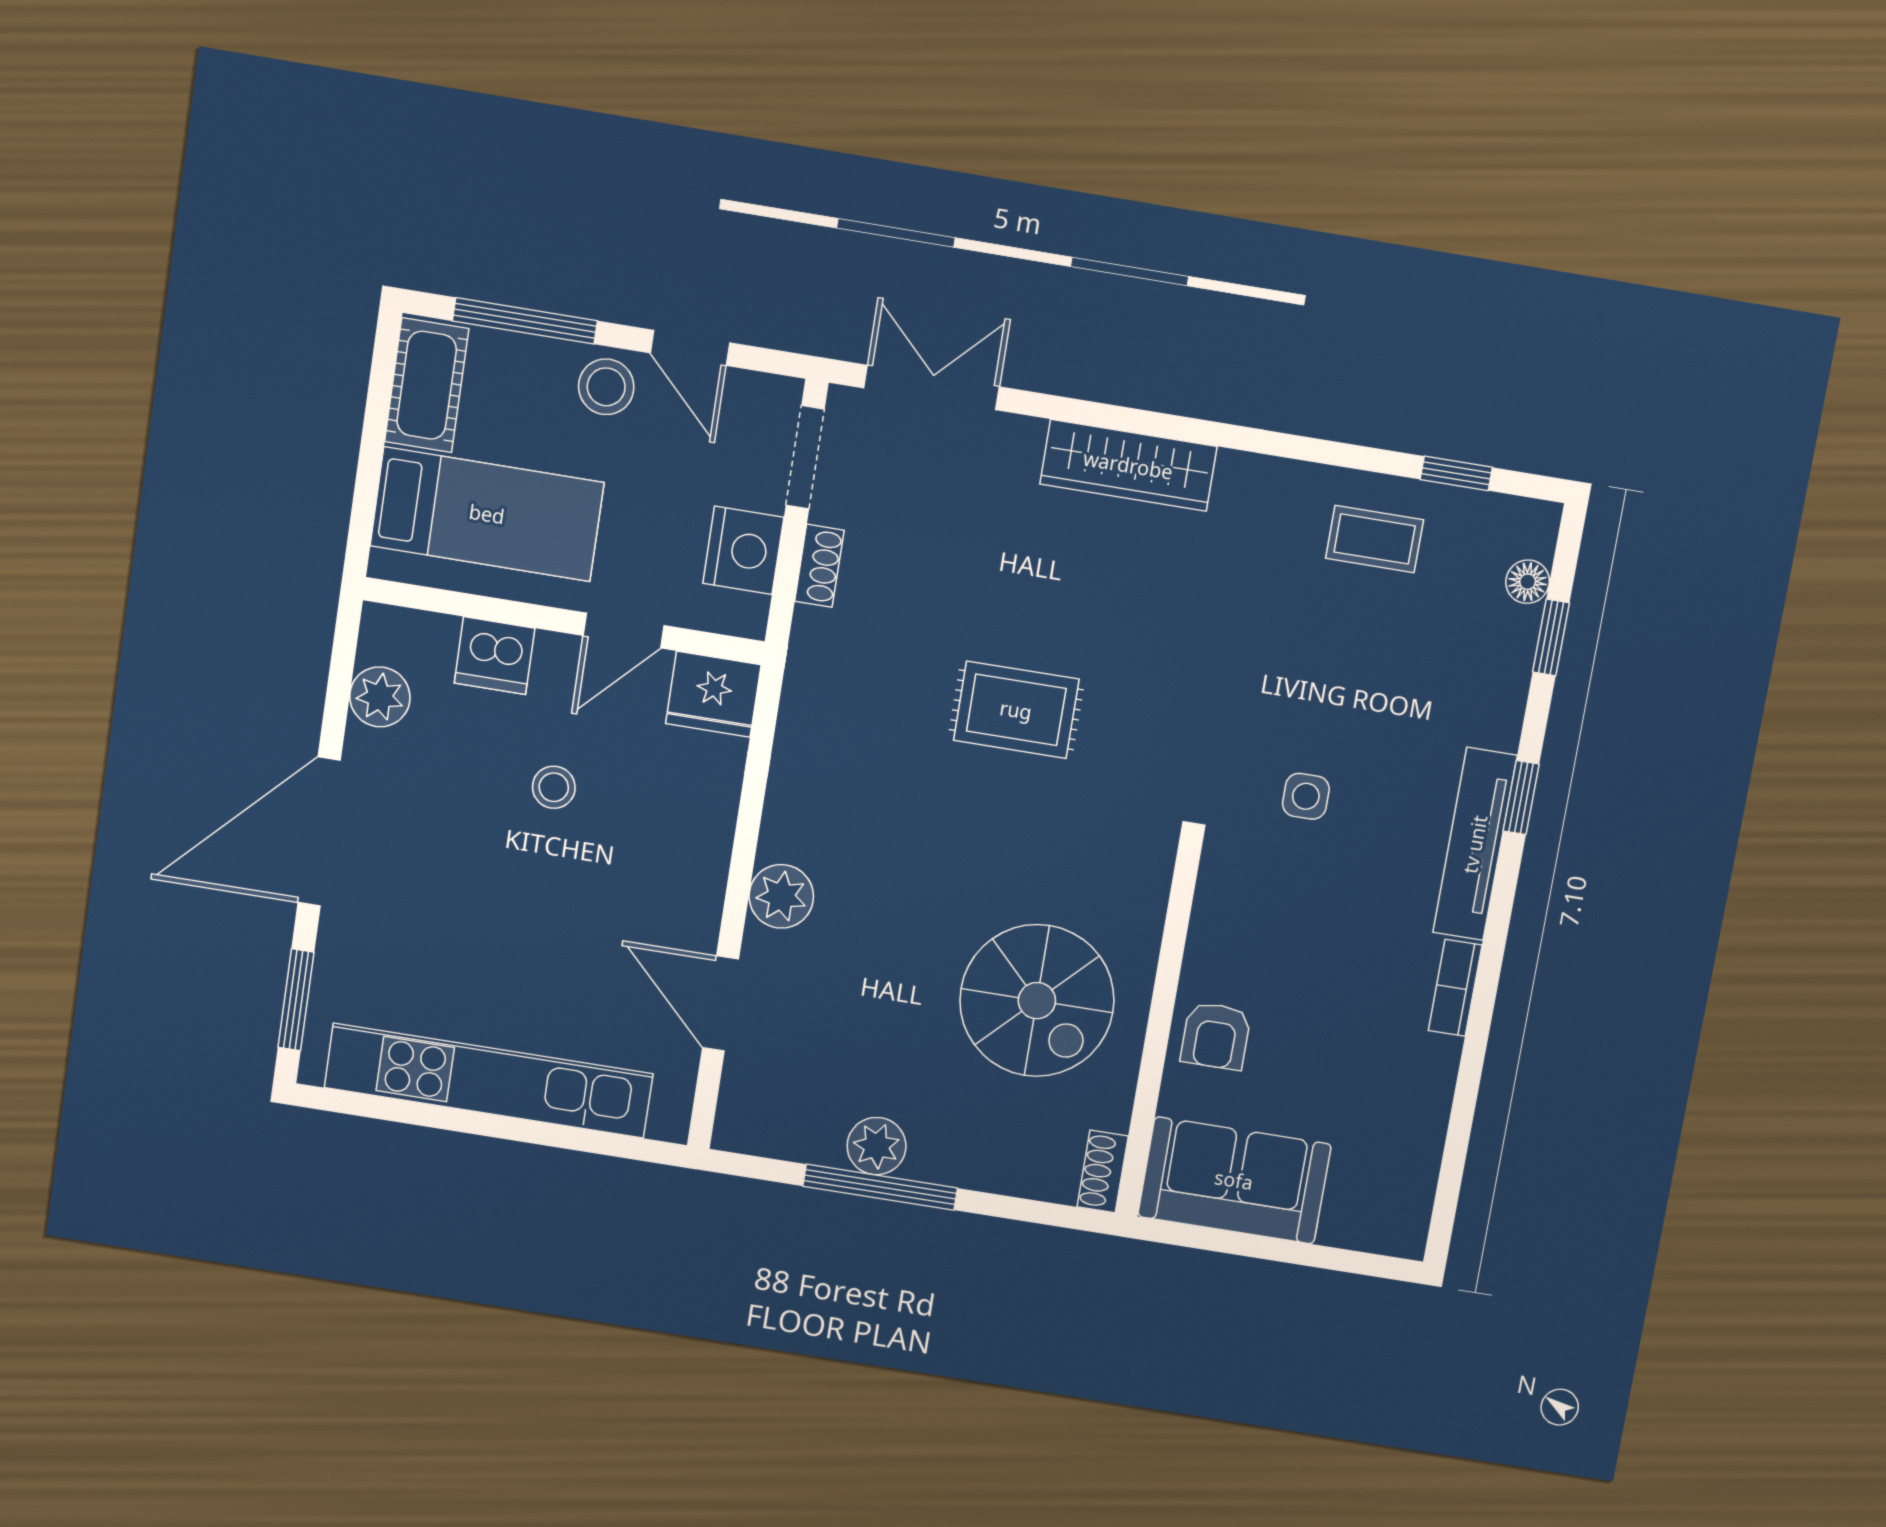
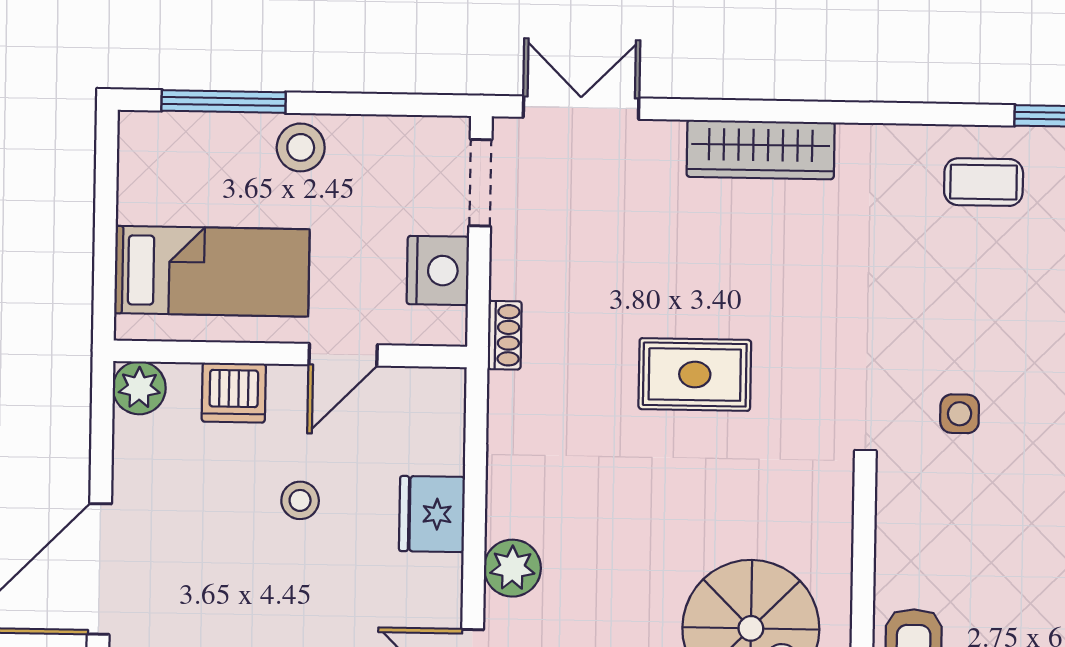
door: (690, 348) -> (368, 104), removed
cot: (427, 385) -> (146, 168), removed
shoe rack: (819, 566) -> (505, 335), moved
fridge: (713, 694) -> (432, 514), moved, turned 90
plant: (380, 697) -> (139, 388), moved

